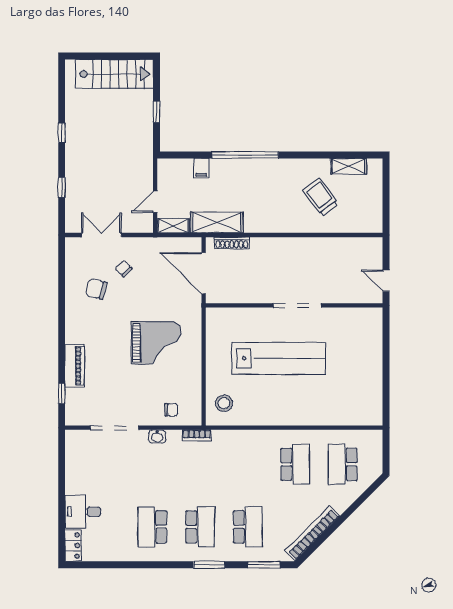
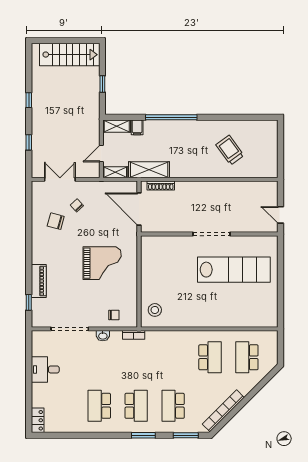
shelving: (349, 166) -> (117, 126), moved
lab bench: (279, 358) -> (234, 270), moved
desk: (83, 512) -> (45, 369), moved
school desk: (248, 527) -> (173, 406), turned 180

